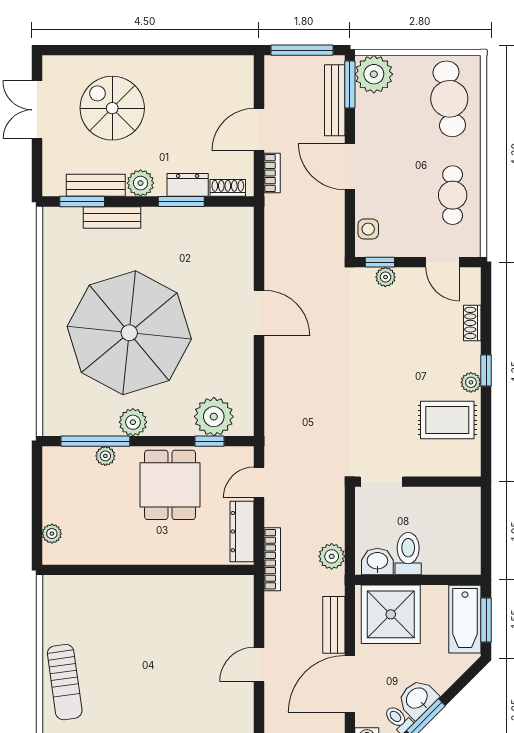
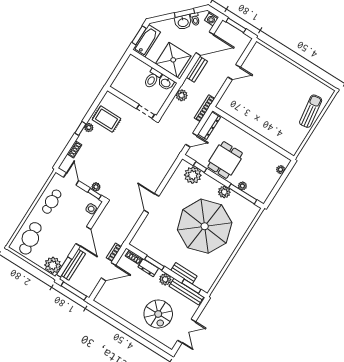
bench: (96, 185) -> (186, 292), width x1.36

